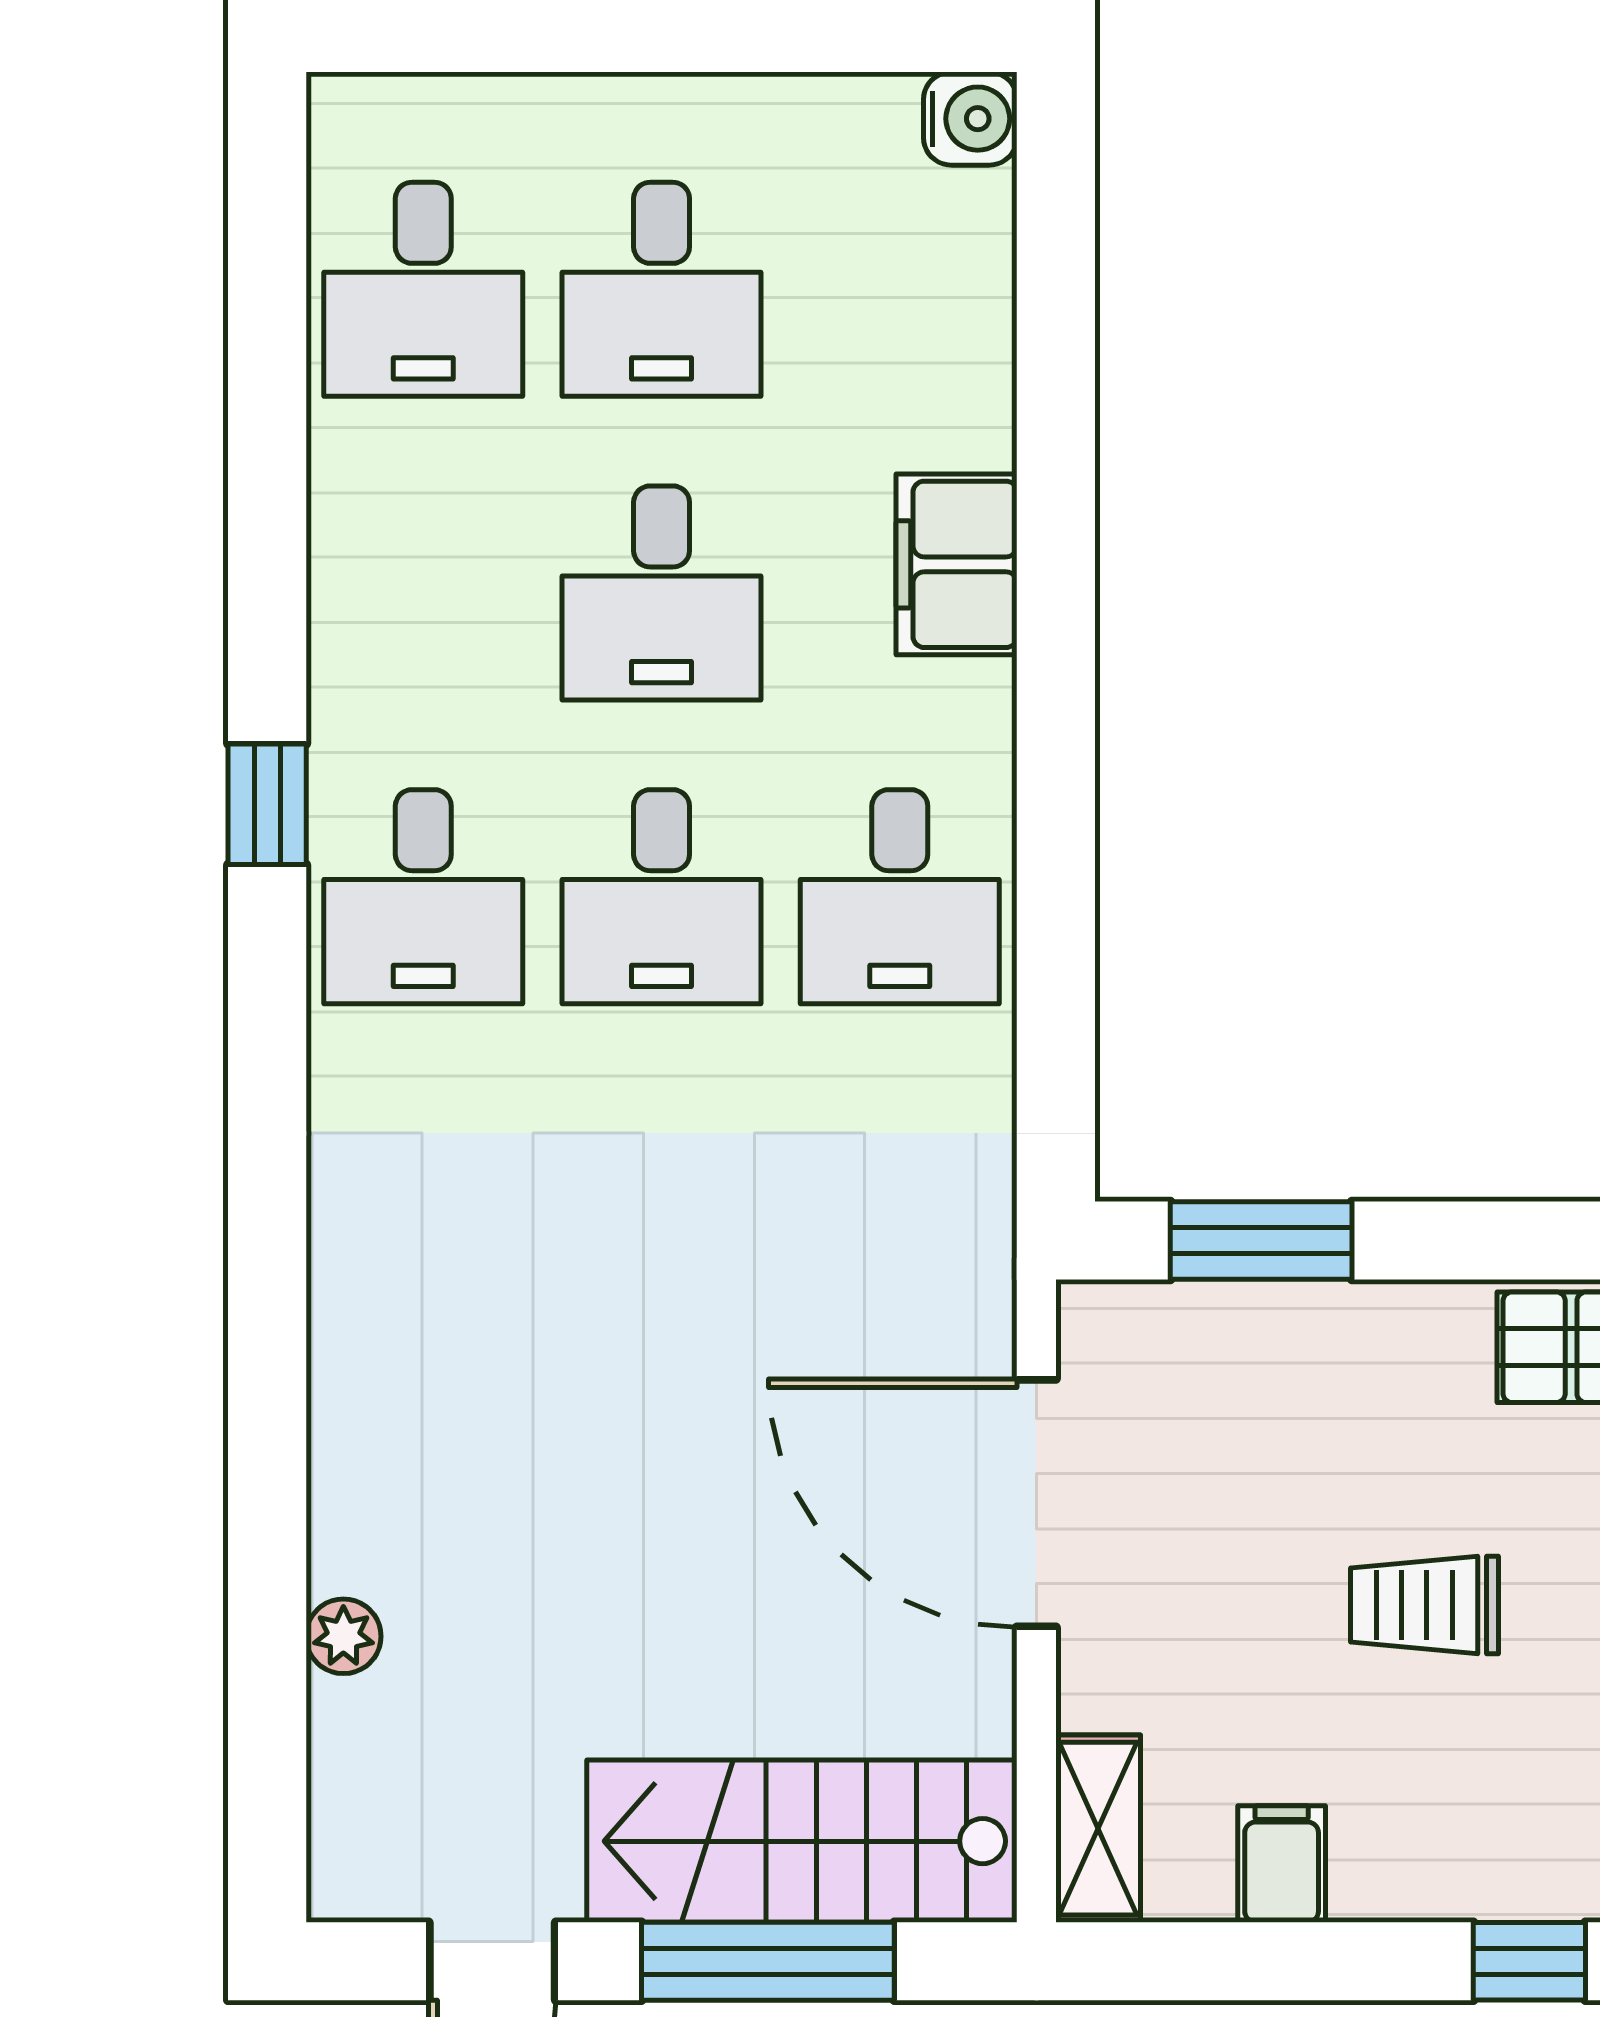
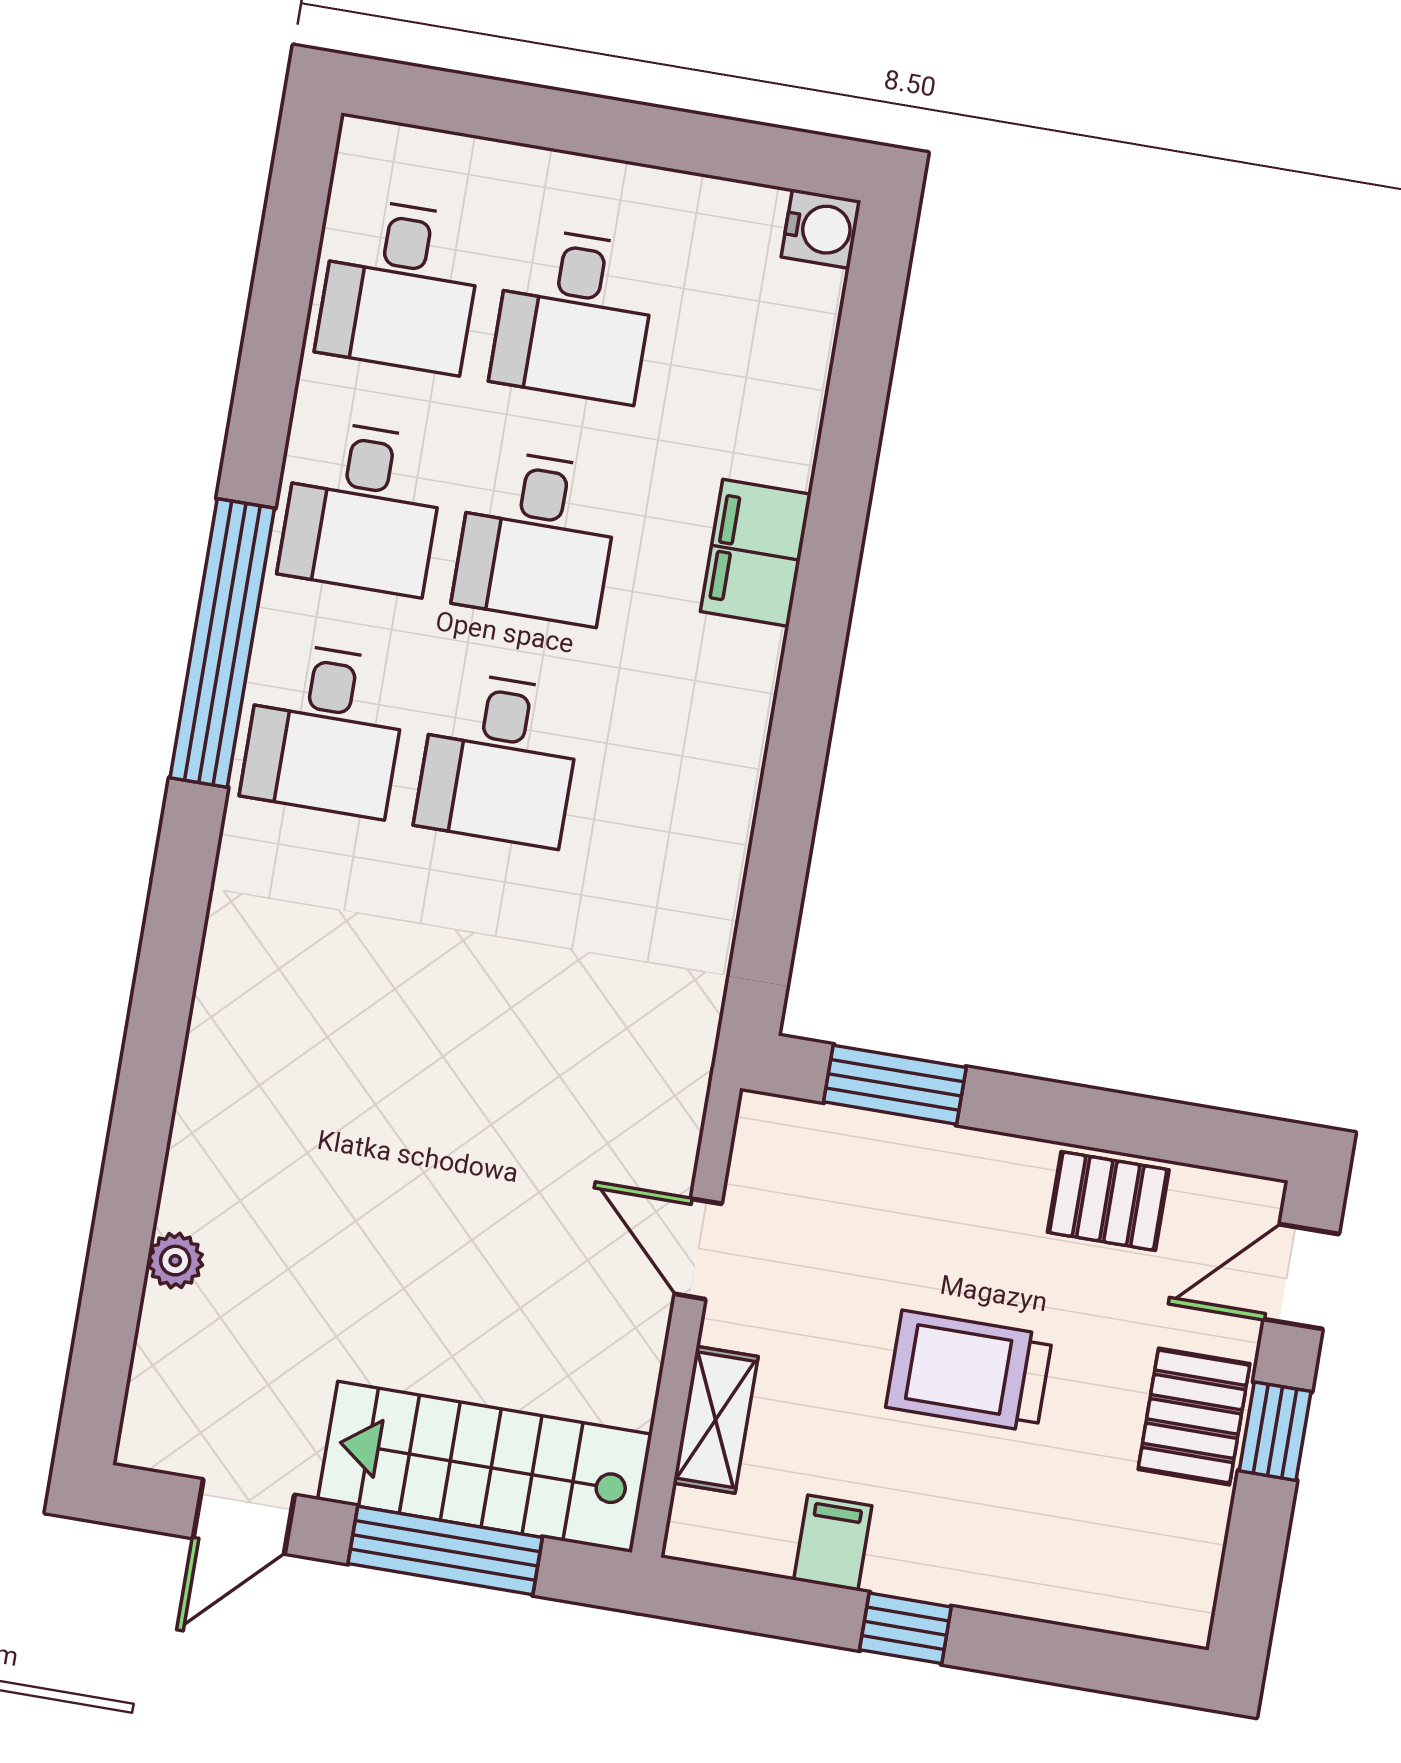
window: (267, 804) -> (222, 643), width x3.17
desk: (900, 897) -> (362, 508), moved
door: (1036, 1503) -> (698, 1249), width x0.53
trolley: (1425, 1605) -> (969, 1371), width x1.36, depth x1.39
shelving: (1098, 1829) -> (716, 1420), moved
window: (1529, 1961) -> (905, 1628), moved

